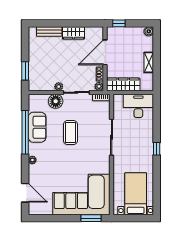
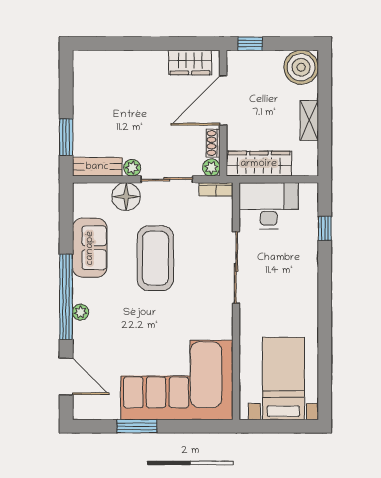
bench: (49, 31) -> (97, 167), moved
boiler: (149, 31) -> (301, 67), width x1.86, depth x1.86
wardrobe: (74, 33) -> (190, 62), moved
desk: (138, 106) -> (269, 206), moved
window: (25, 132) -> (66, 297), moved
coffee table: (71, 133) -> (155, 258), width x1.36, depth x1.32
window: (157, 149) -> (325, 228), moved
window: (91, 218) -> (137, 426), moved

